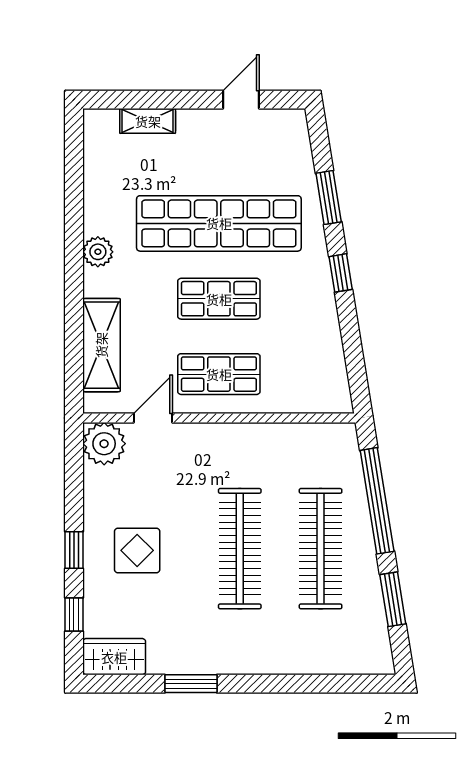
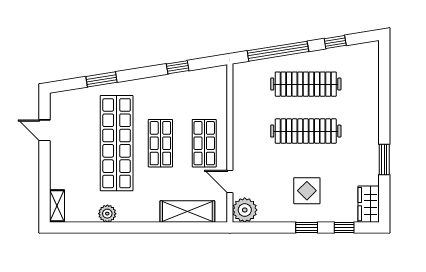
shelving: (148, 121) -> (57, 206), moved
plant: (98, 252) -> (107, 214), moved
window: (341, 273) -> (178, 67), moved
window: (393, 599) -> (335, 42), width x0.67

